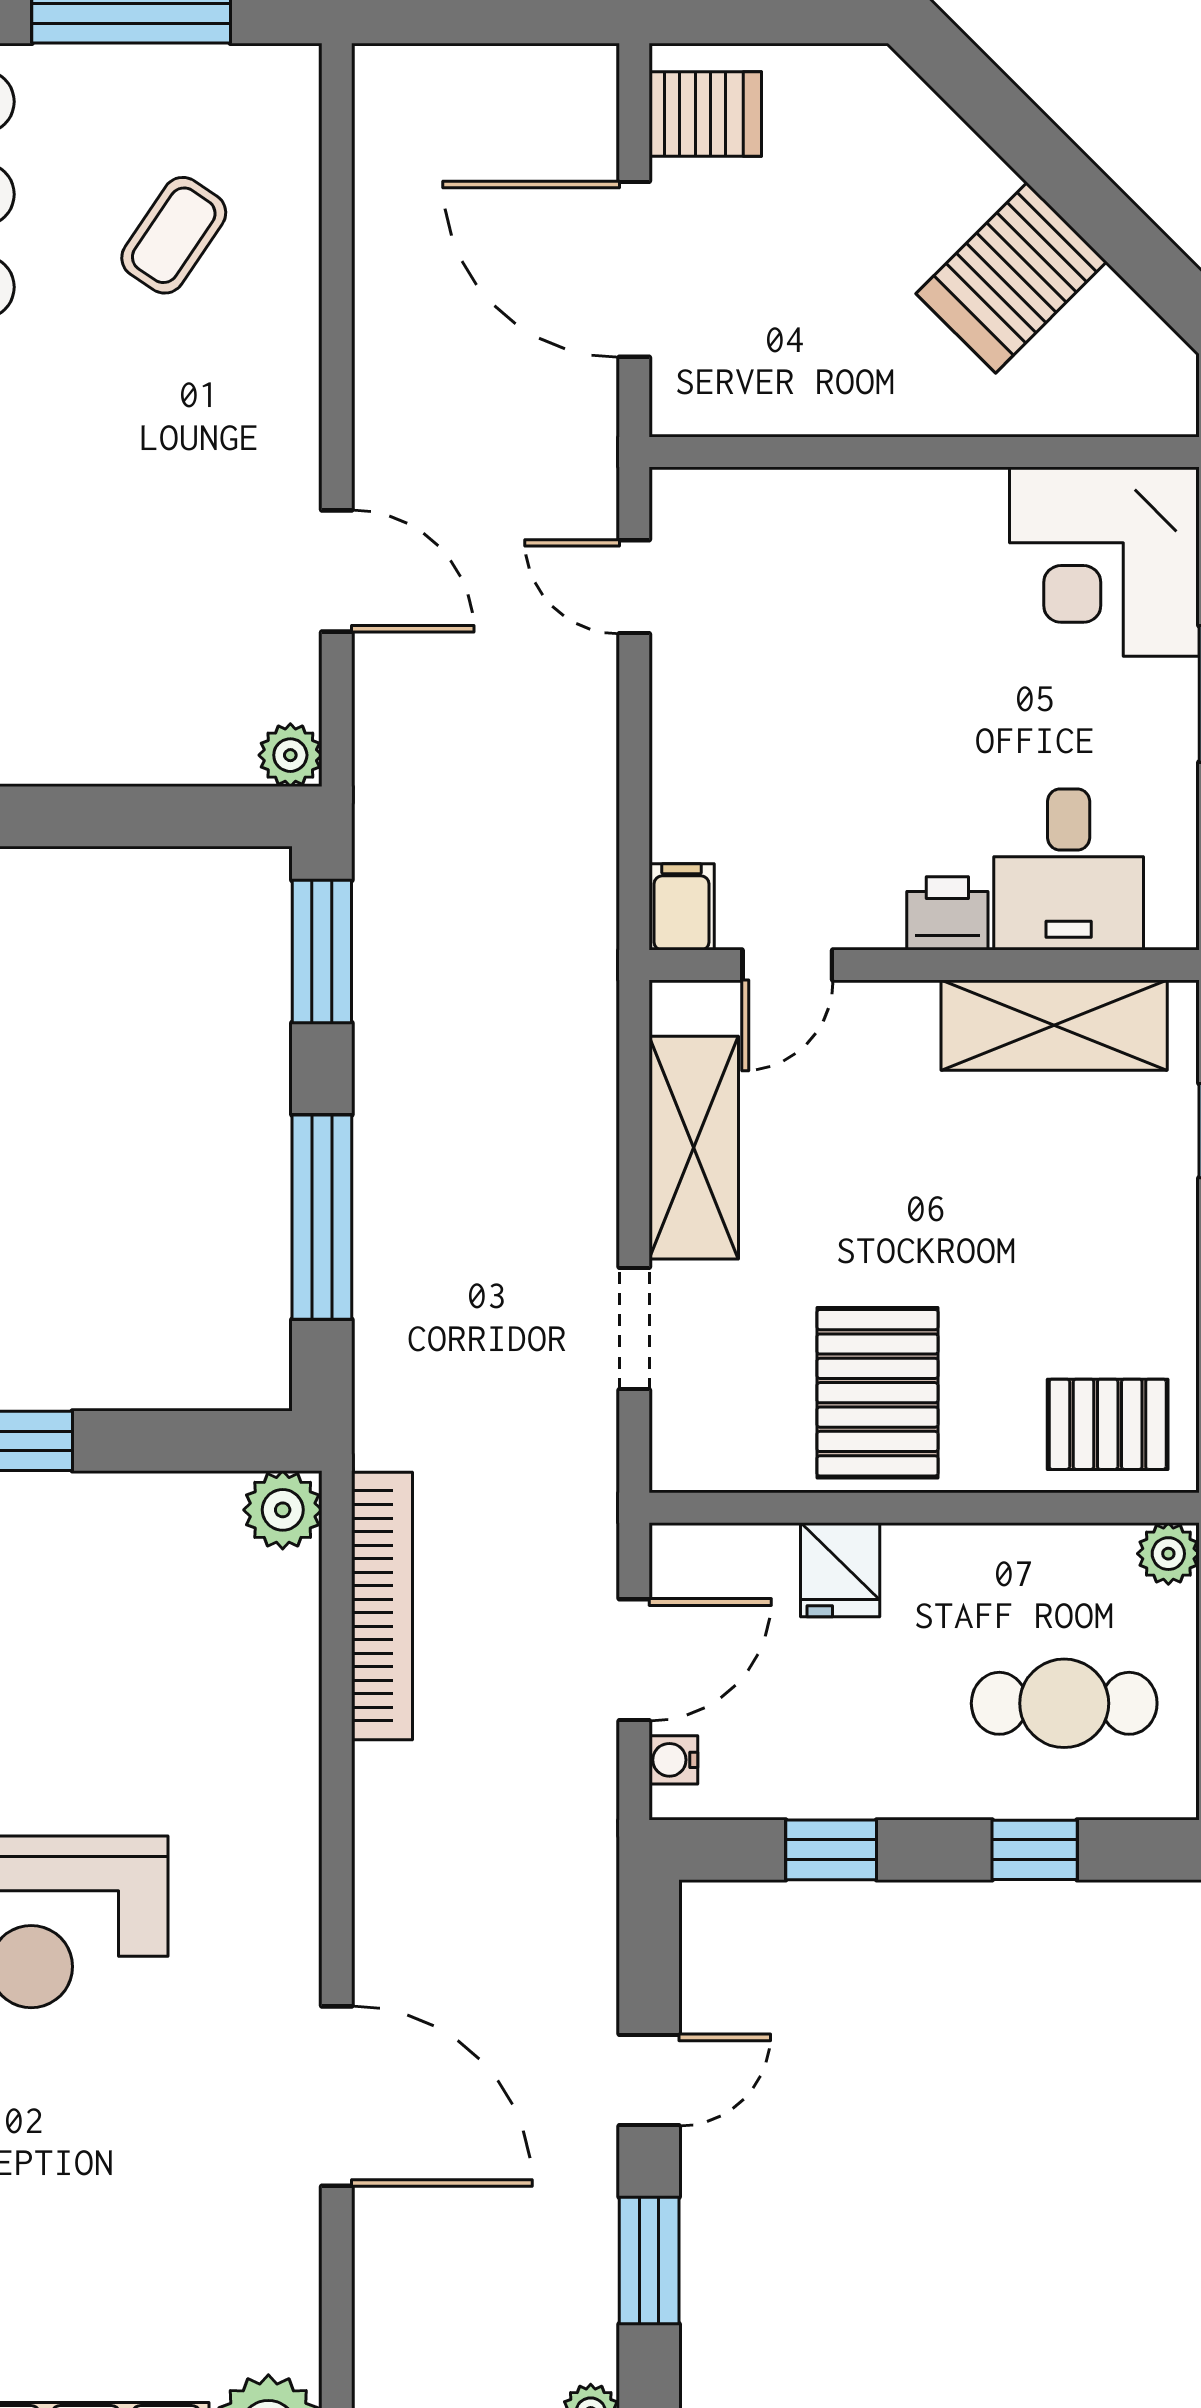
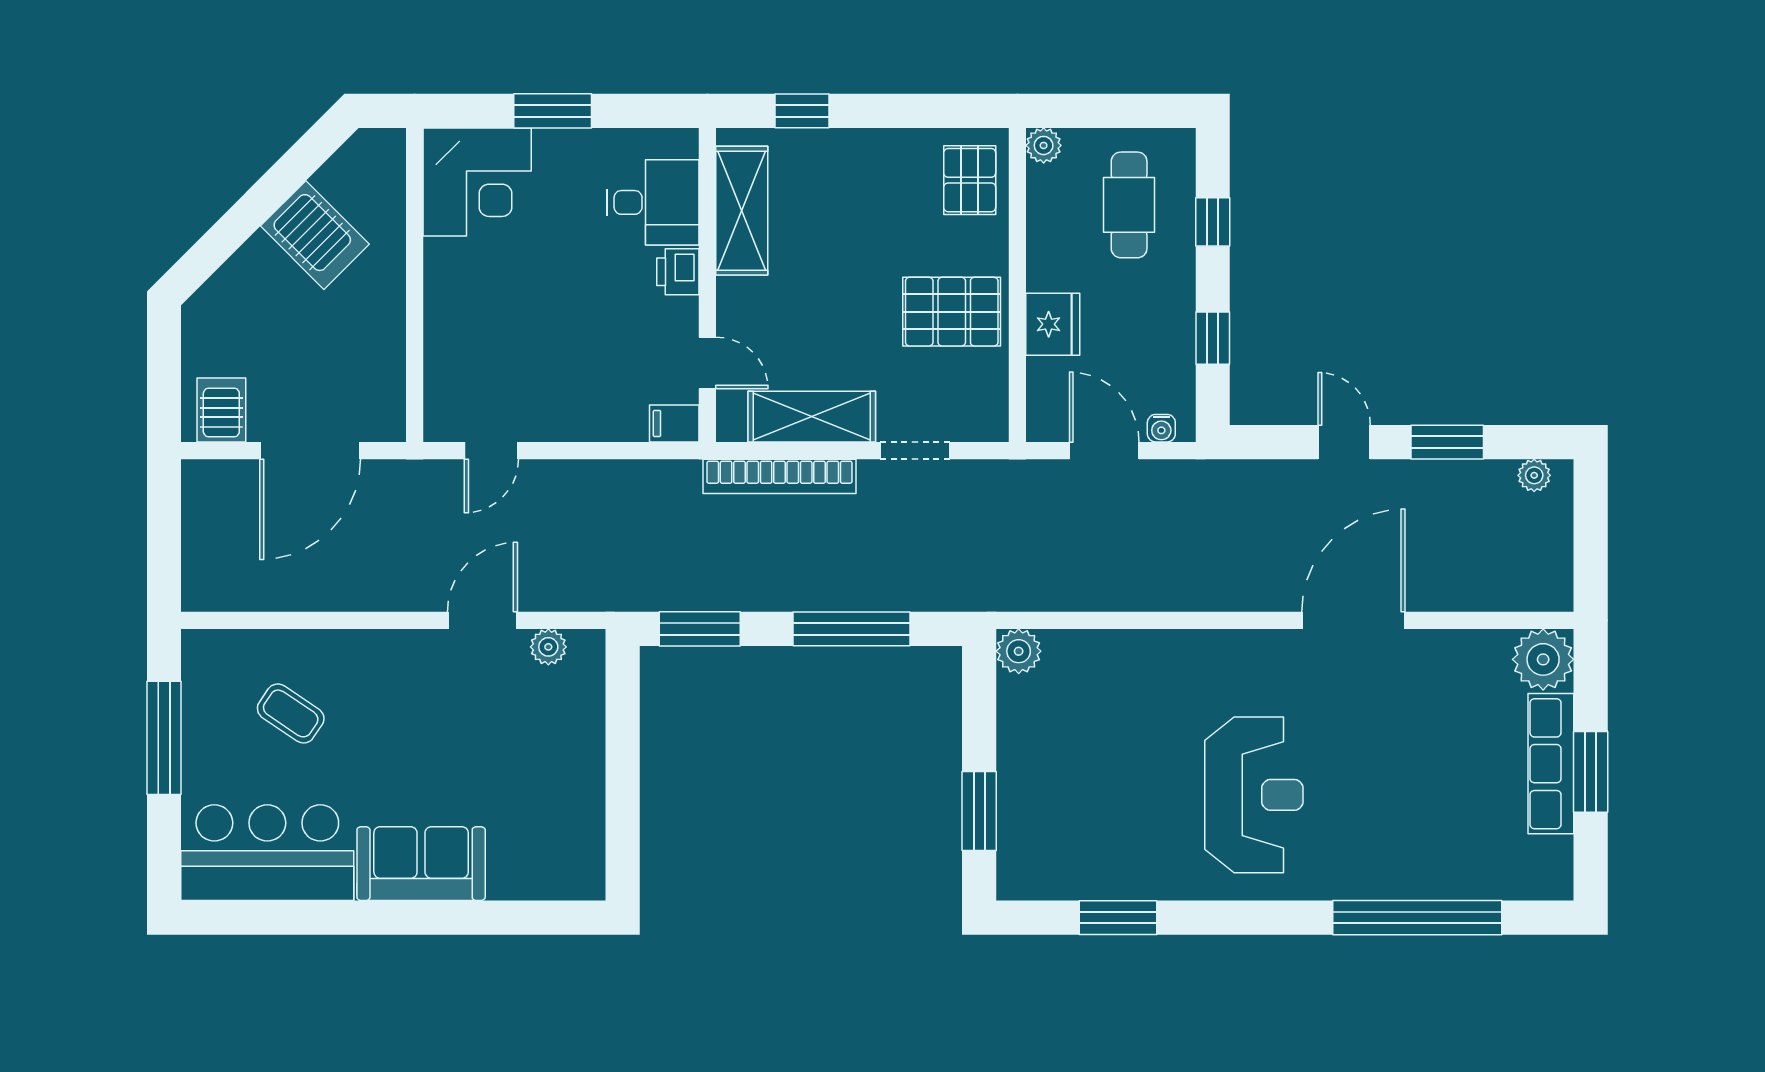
plant: (290, 755) -> (548, 647), moved
fridge: (840, 1570) -> (1053, 324), width x1.38
bookcase: (382, 1606) -> (779, 476), moved, turned 180

